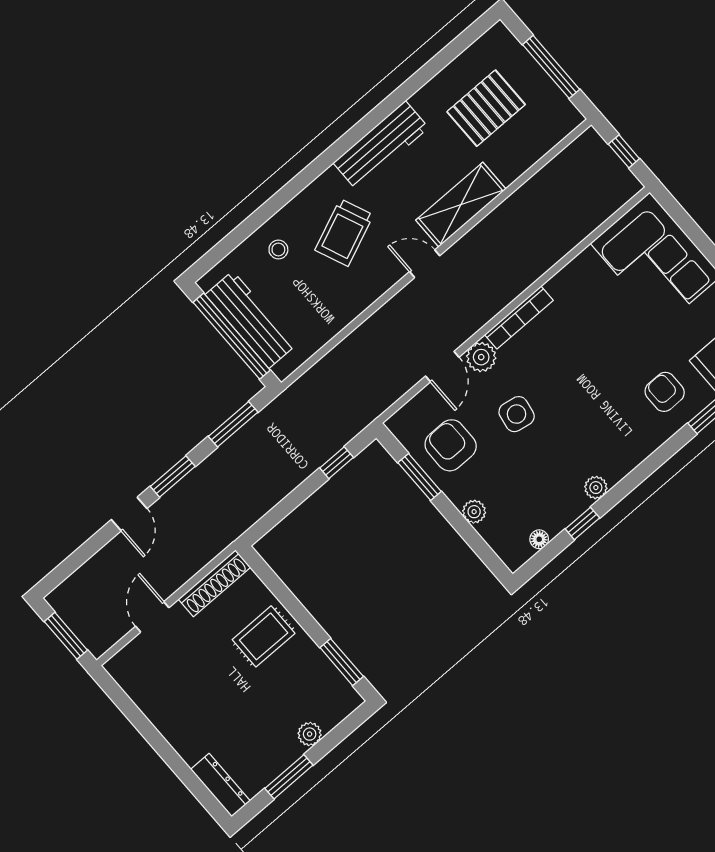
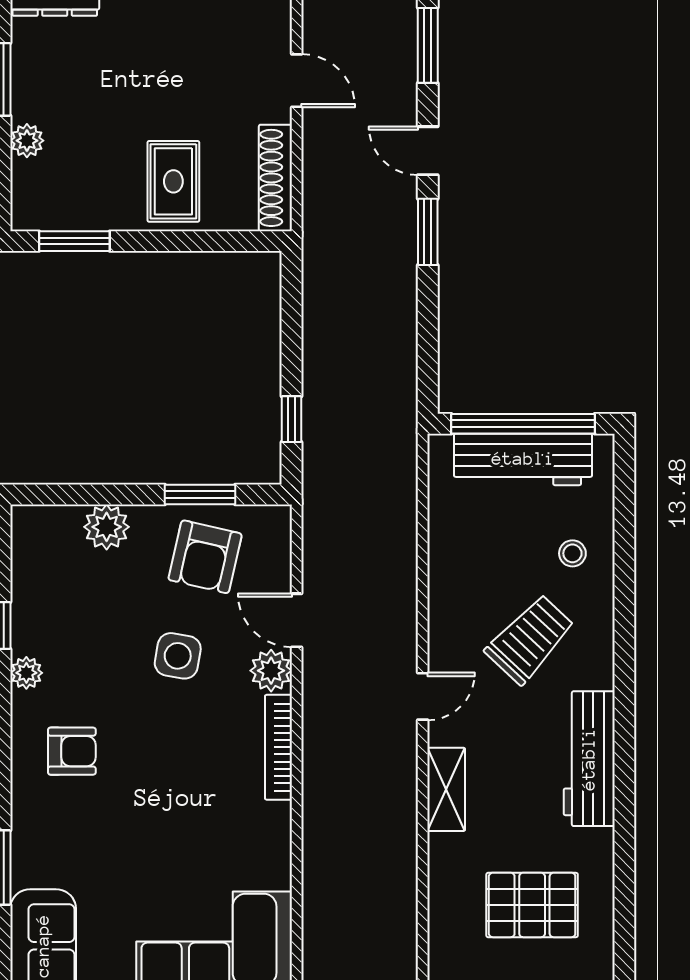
pallet: (486, 108) -> (532, 905), turned 90
shelving: (461, 205) -> (446, 789), width x0.67, depth x0.75
trolley: (344, 233) -> (530, 639), turned 66
armchair: (665, 392) -> (72, 751), moved
window: (233, 424) -> (428, 45), moved
armchair: (451, 445) -> (205, 557), turned 103
plant: (474, 512) -> (107, 527), width x1.38, depth x1.38
floor lamp: (539, 539) -> (23, 565), removed

